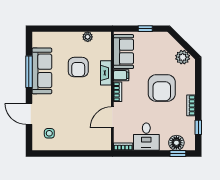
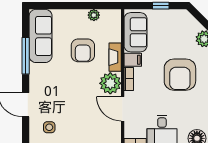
sofa: (42, 71) -> (41, 36), moved
plant: (102, 95) -> (110, 83), added
door: (112, 117) -> (123, 109), hinge flipped

